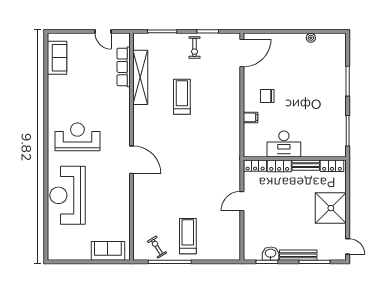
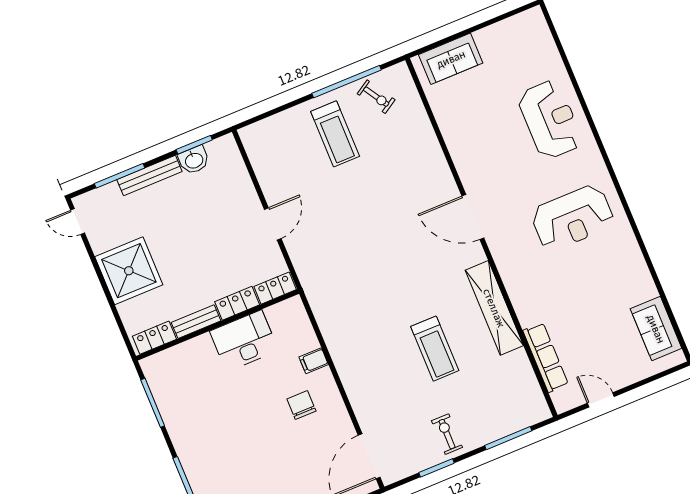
shelving: (140, 77) -> (494, 308), moved
chair: (267, 96) -> (301, 405), turned -90
reception desk: (68, 195) -> (550, 120), width x0.74, depth x0.77

